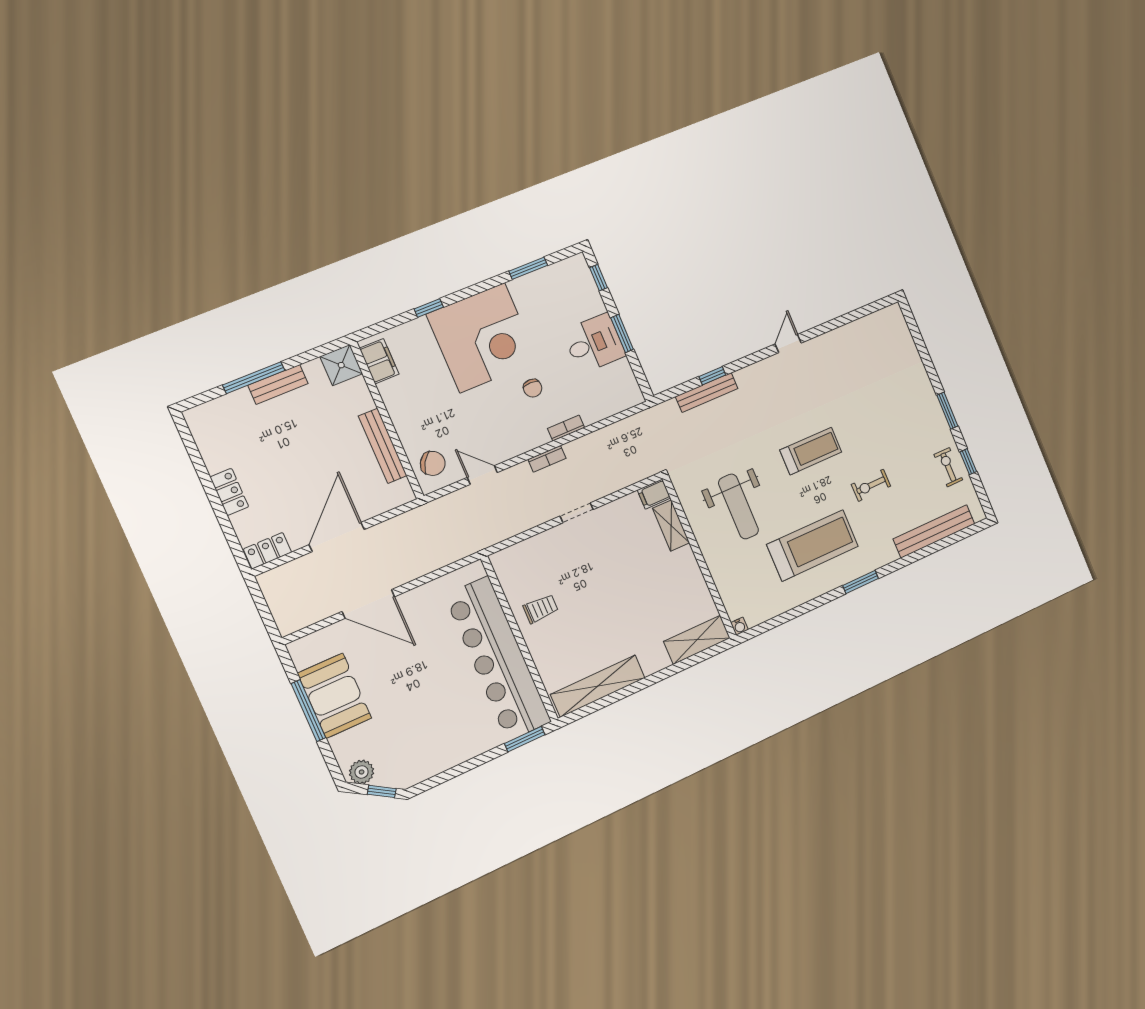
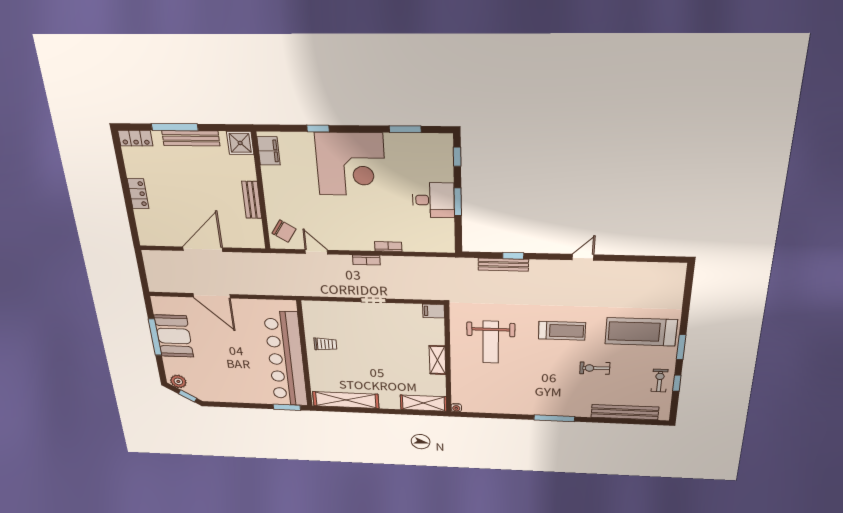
bench: (278, 384) -> (191, 138), width x1.36
chair: (533, 388) -> (375, 212), removed
bench: (383, 446) -> (252, 200), width x0.73
shelving: (671, 526) -> (438, 360), moved
treadmill: (813, 545) -> (641, 332), moved, turned 180
locker: (268, 551) -> (135, 138), moved, turned 180
window: (860, 582) -> (554, 418), width x1.44

